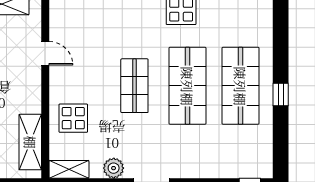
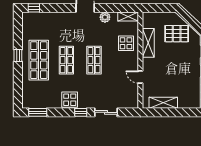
shop shelf: (187, 86) -> (66, 60), width x0.70, depth x0.74
shelving: (30, 142) -> (148, 43), moved

